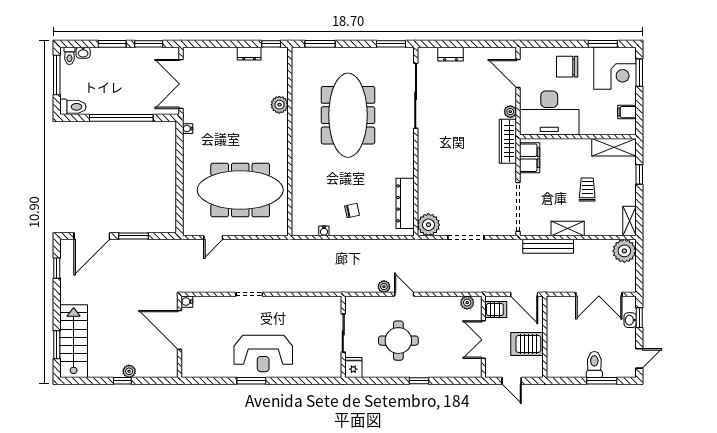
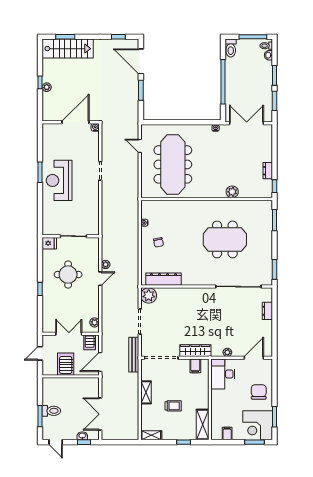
desk: (549, 113) -> (223, 374), width x0.73, depth x0.77
meeting table: (348, 115) -> (225, 239), width x0.73
wardrobe: (508, 141) -> (195, 351), moved
filing cabinet: (530, 158) -> (195, 366), width x0.50
bench: (548, 246) -> (134, 355), moved
plant: (624, 251) -> (130, 432), removed

